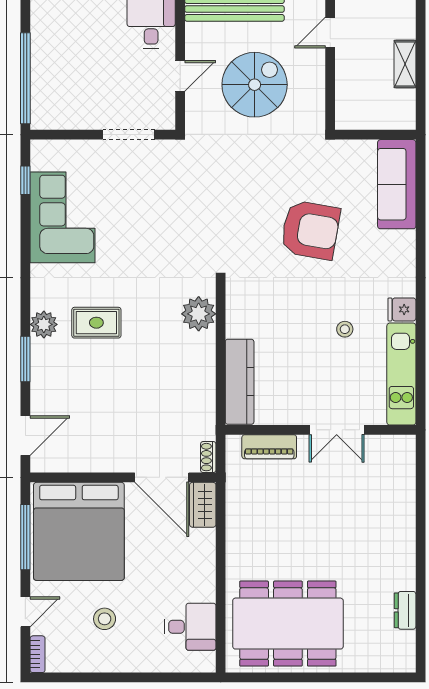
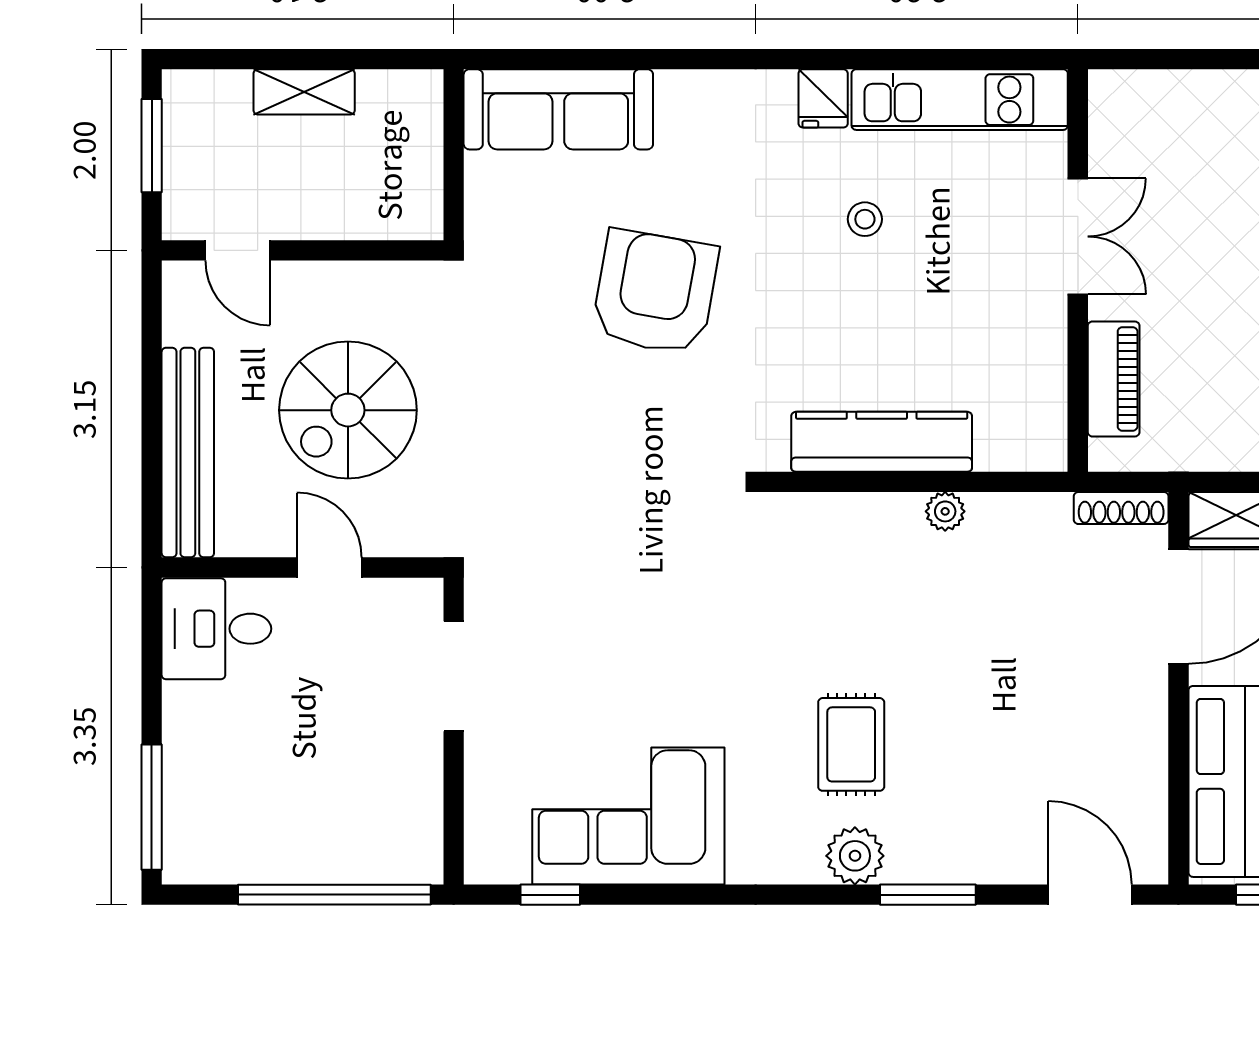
spiral stairs: (255, 85) -> (348, 410), turned -90
plant: (199, 314) -> (945, 511), moved, width x0.53, depth x0.53
kitchen counter: (240, 382) -> (882, 442), moved
shoe rack: (208, 457) -> (1121, 508), width x1.43

